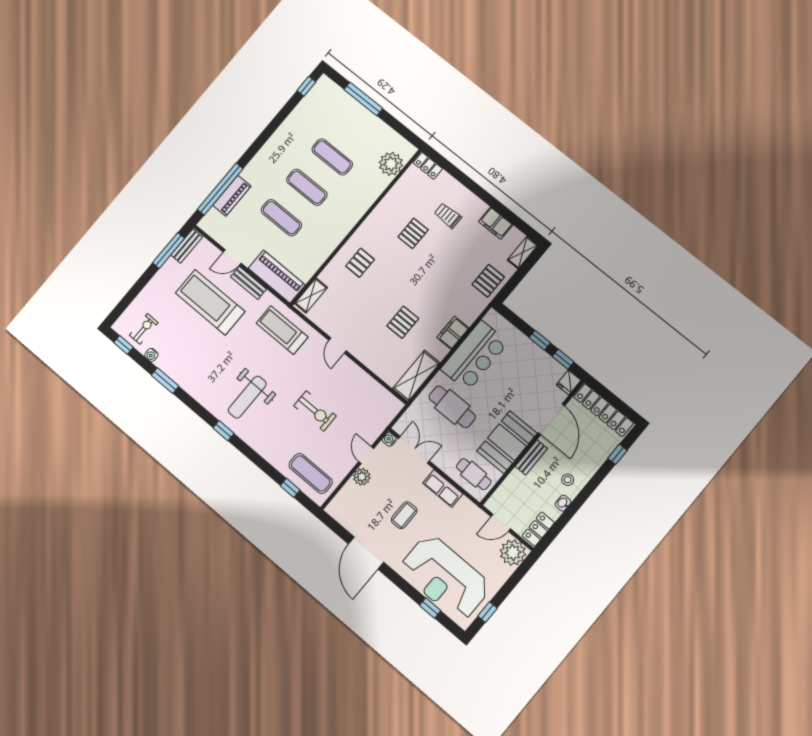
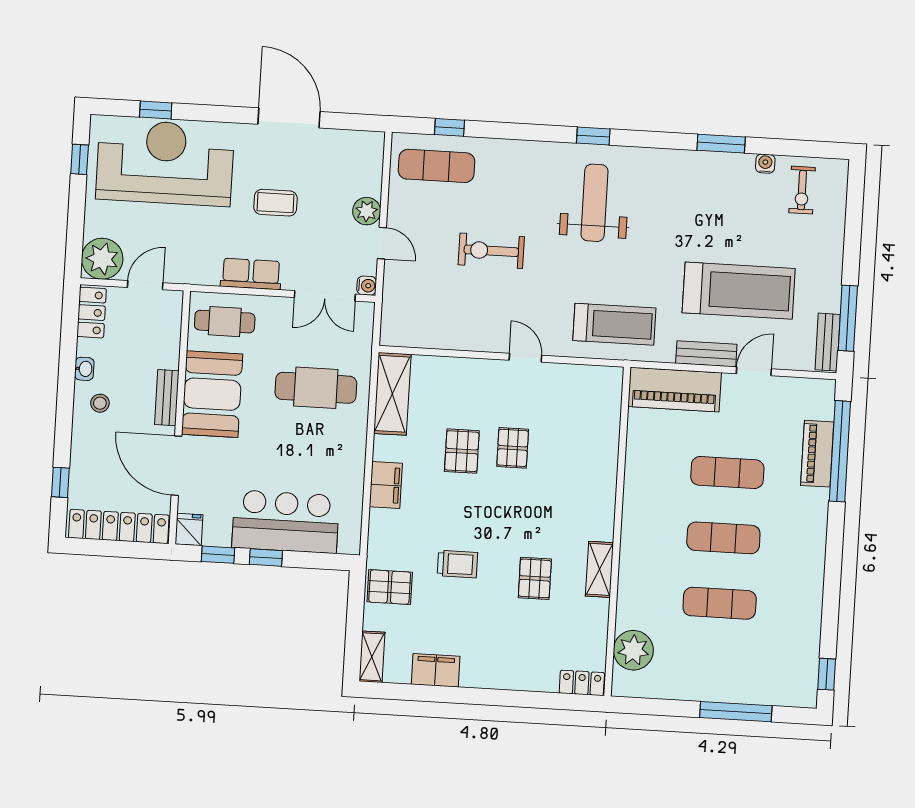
trolley: (448, 216) -> (457, 564), moved
pallet: (360, 263) -> (513, 448), moved
pallet: (488, 281) -> (390, 587), turned 90
shelving: (311, 296) -> (599, 569), moved
window: (123, 345) -> (813, 149), removed
bar counter: (474, 356) -> (286, 522), moved, turned 90
coffee table: (404, 515) -> (275, 203), turned 90

